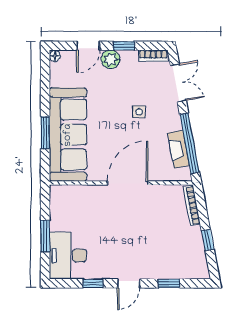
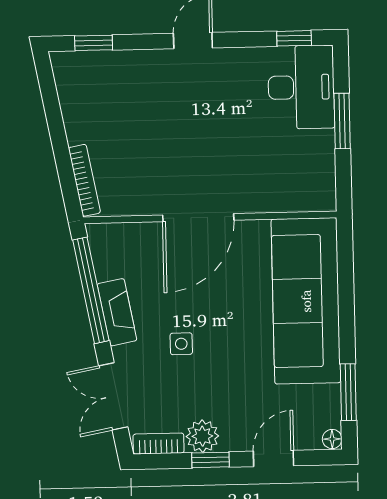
plant: (111, 59) -> (202, 436), moved
window: (45, 133) -> (348, 392), moved
fireplace: (179, 149) -> (117, 312), moved
window: (208, 240) -> (55, 120), removed
window: (93, 283) -> (294, 38), moved
window: (169, 283) -> (94, 43), moved

